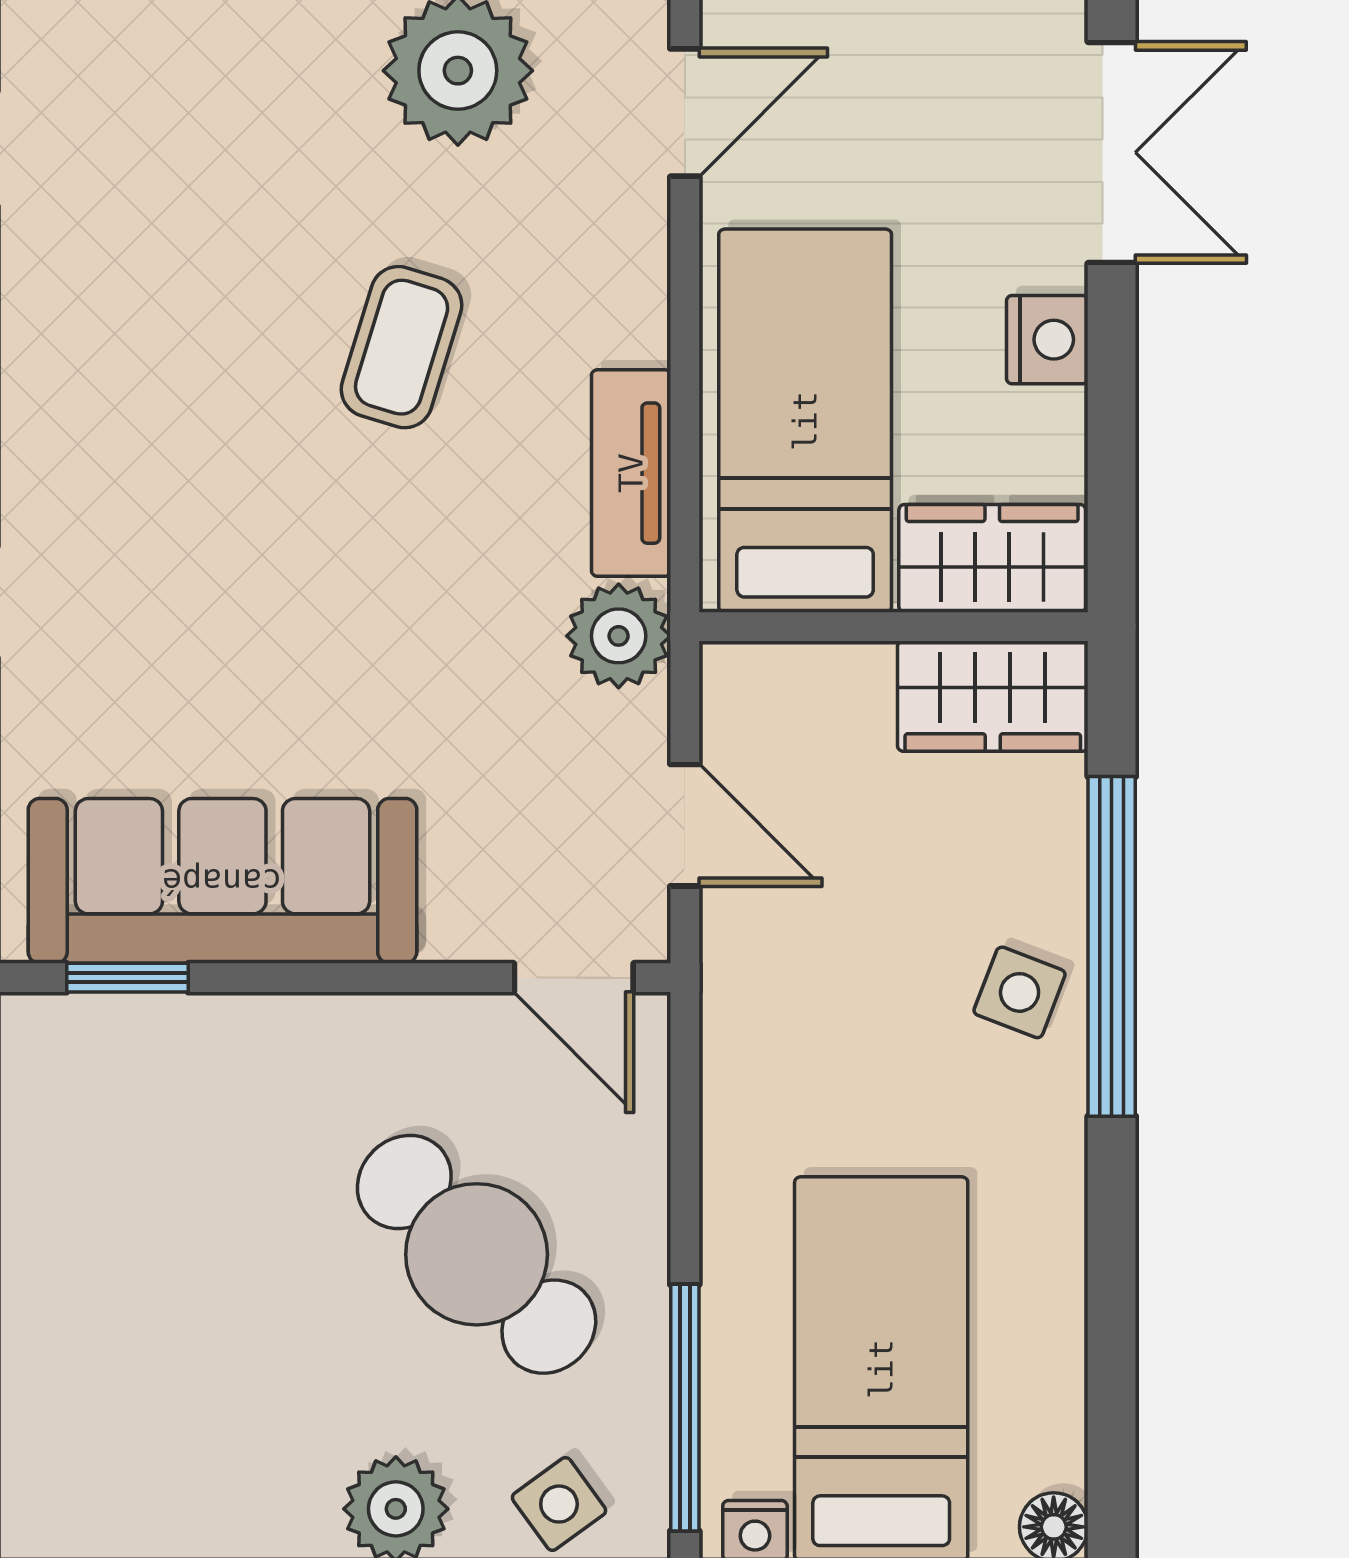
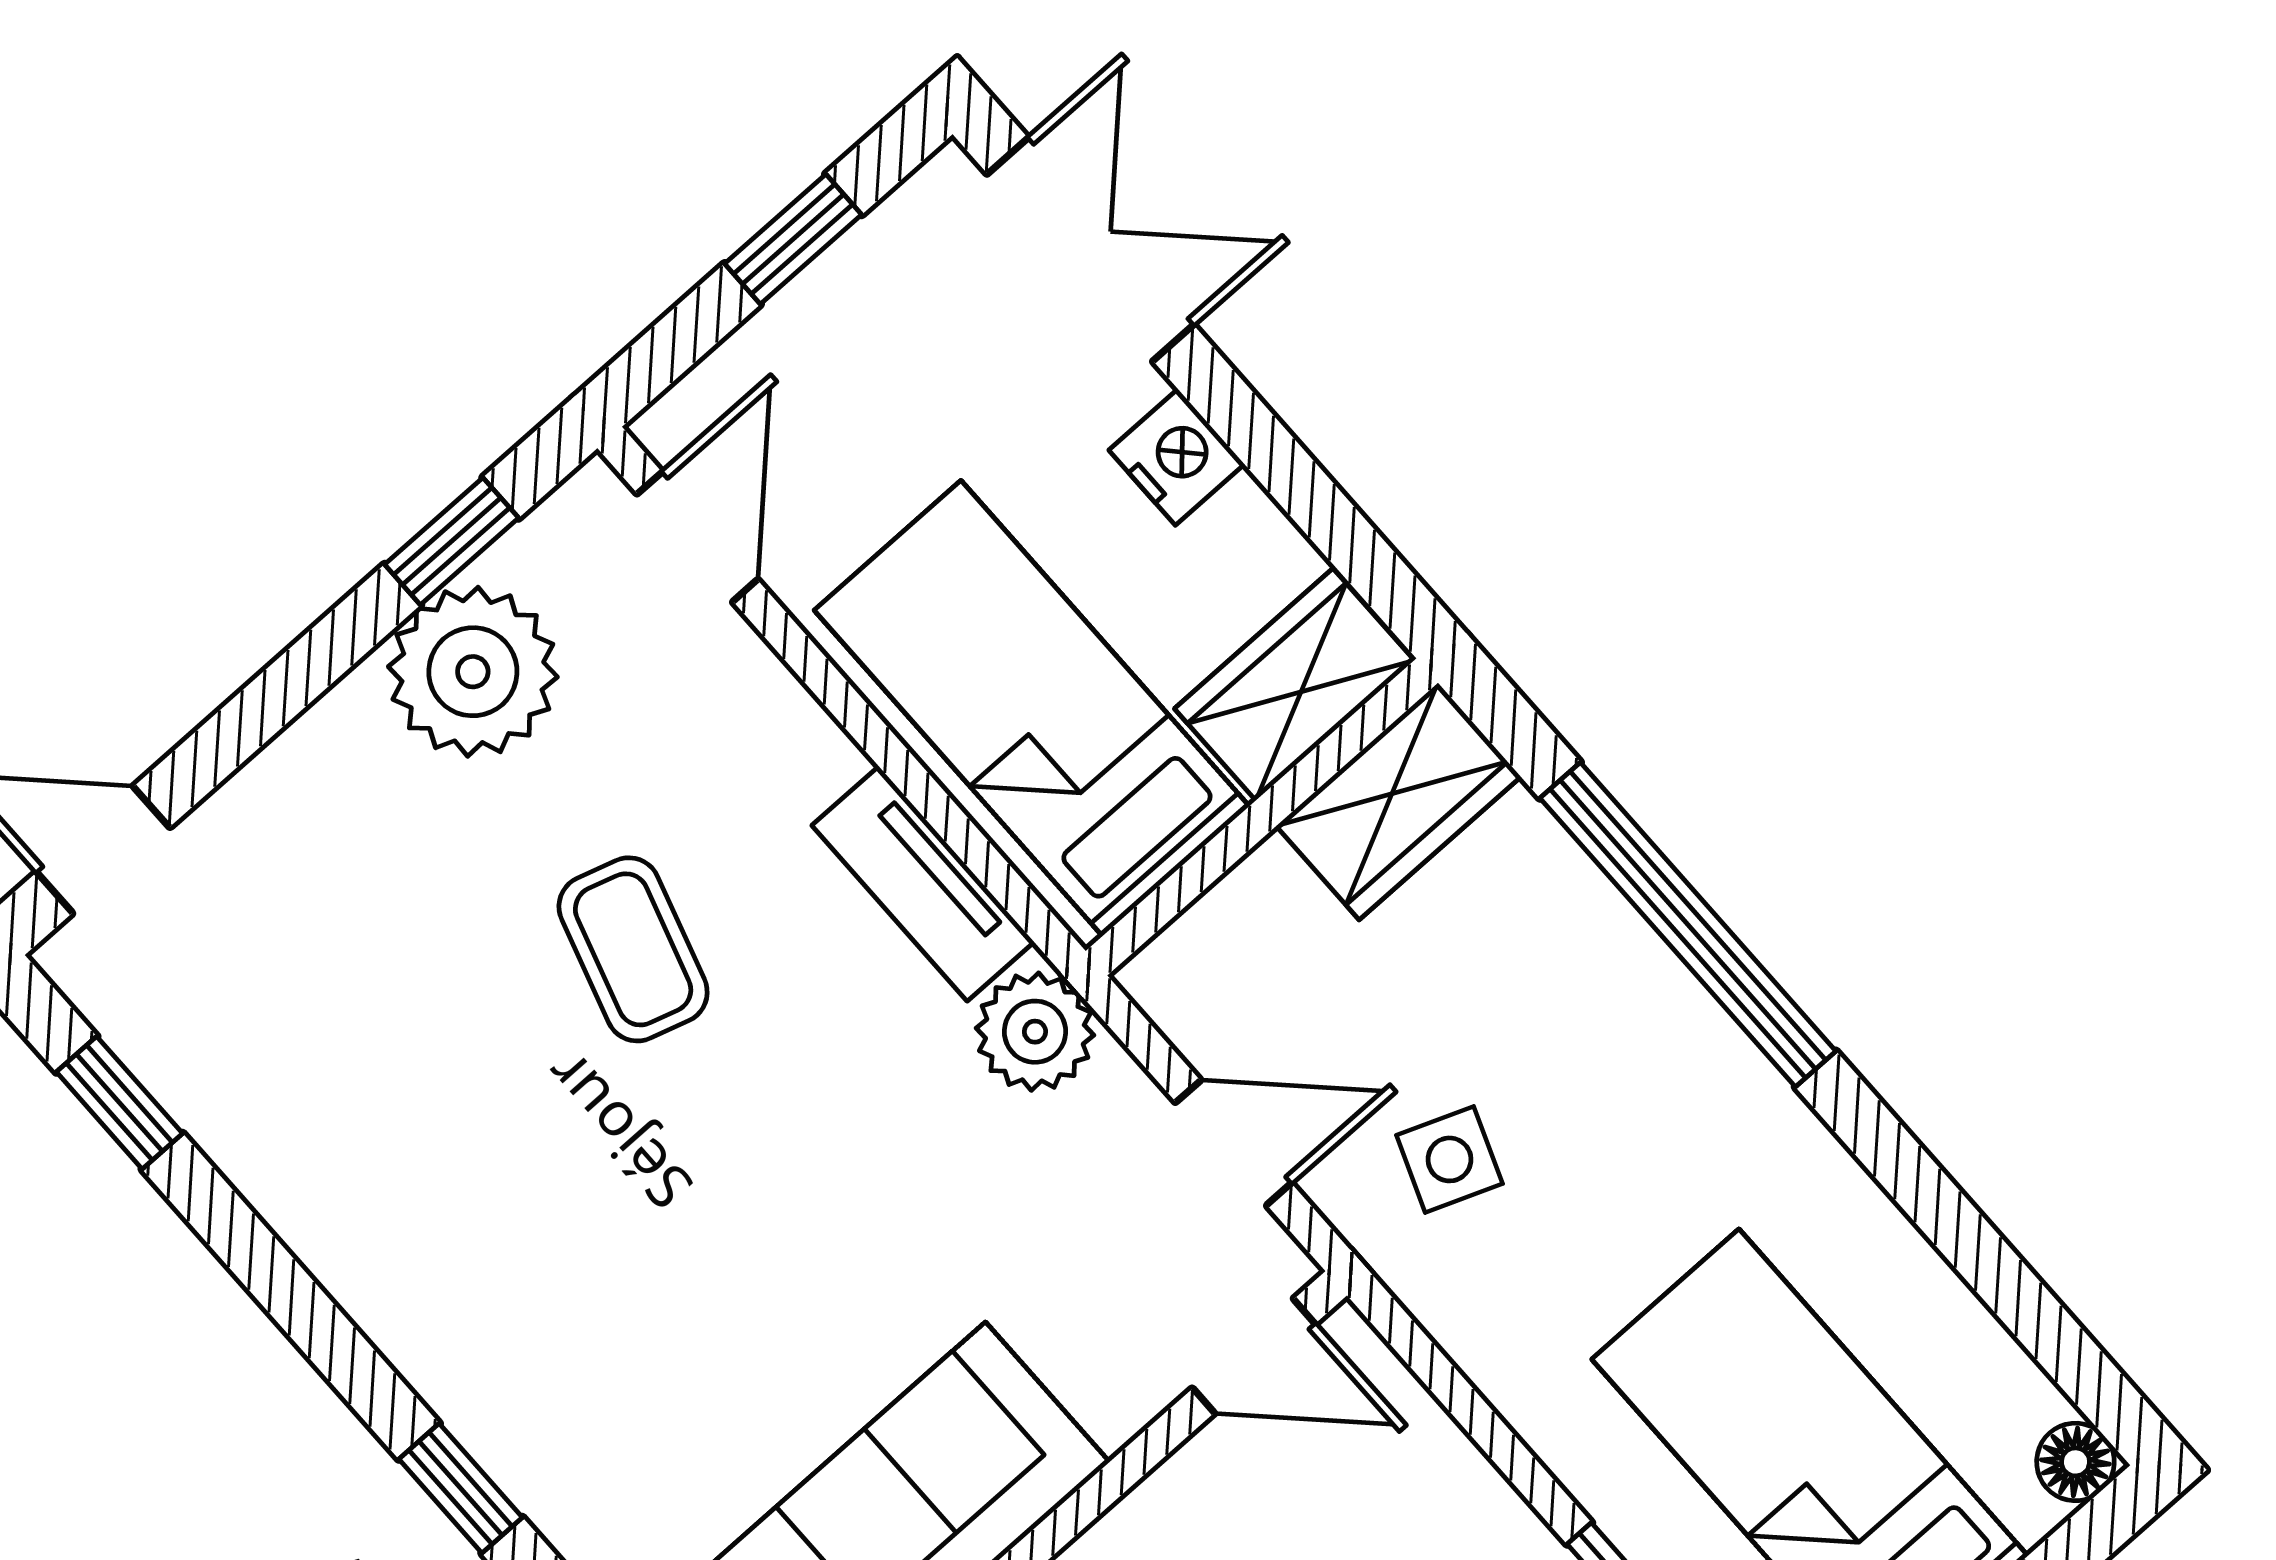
side table: (1020, 992) -> (1449, 1159), moved

